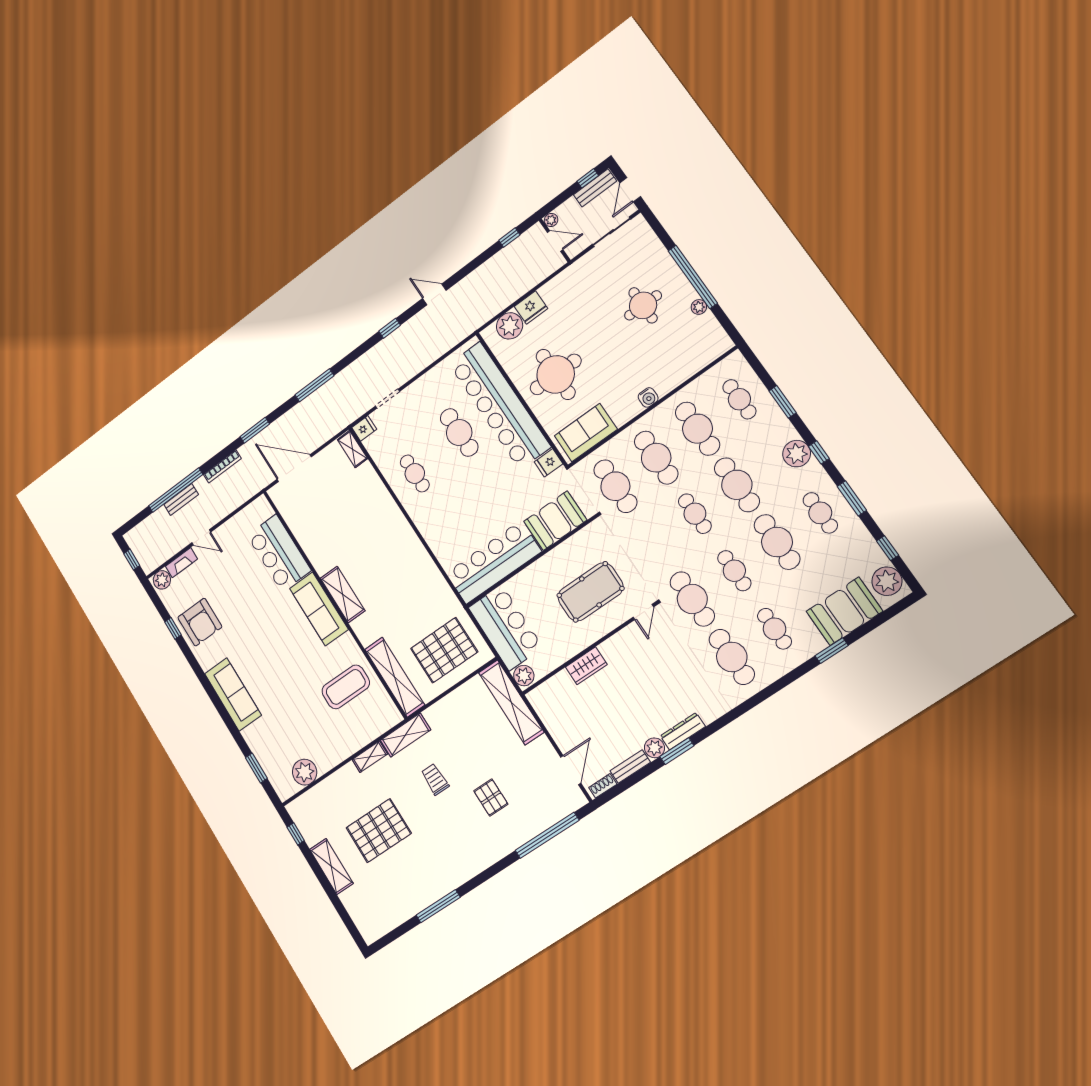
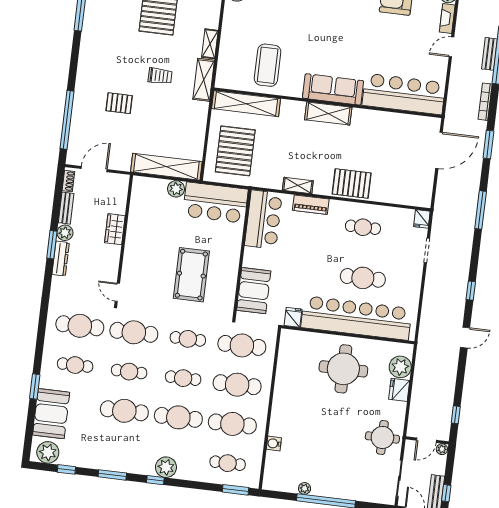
round table: (643, 305) -> (382, 437), moved
water cooler: (648, 397) -> (274, 444), moved
window: (782, 402) -> (236, 490), moved
sofa: (586, 433) -> (291, 356), removed
shelving: (352, 449) -> (298, 186), moved
cafe table: (820, 513) -> (188, 339), moved
pallet: (385, 518) -> (352, 184), added
piano: (434, 538) -> (311, 205), added
bar counter: (279, 553) -> (404, 94), width x1.36
bar counter: (493, 562) -> (263, 220), width x0.73
door: (643, 612) -> (117, 292), moved
wall: (589, 649) -> (124, 240), moved
wardrobe: (586, 666) -> (115, 229), moved
door: (571, 770) -> (94, 169), swing flipped

